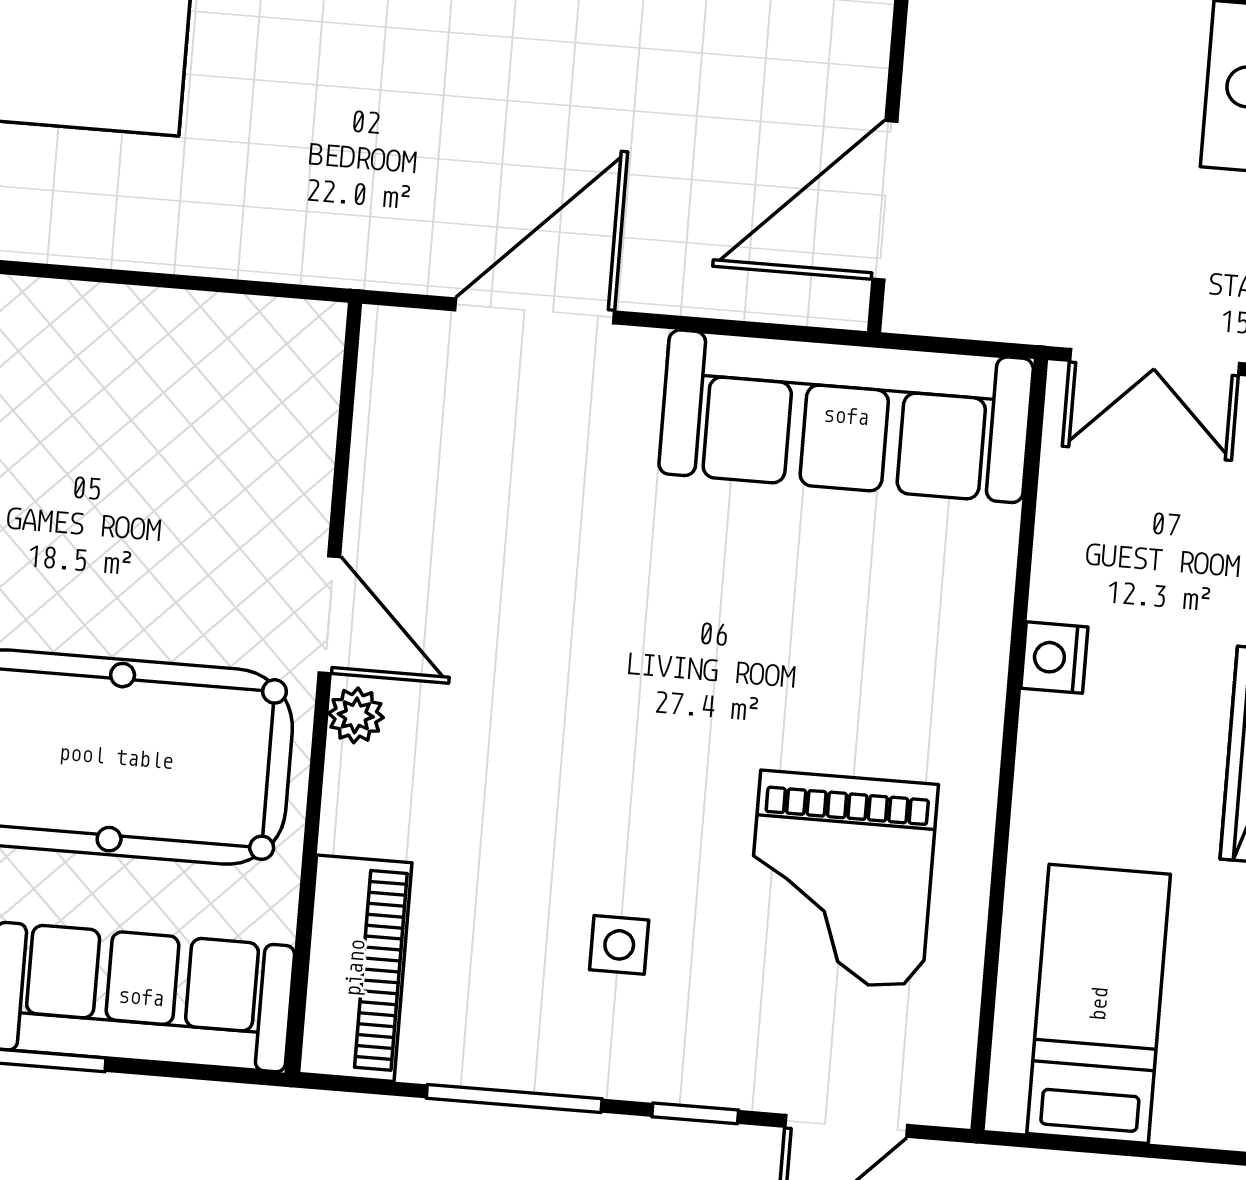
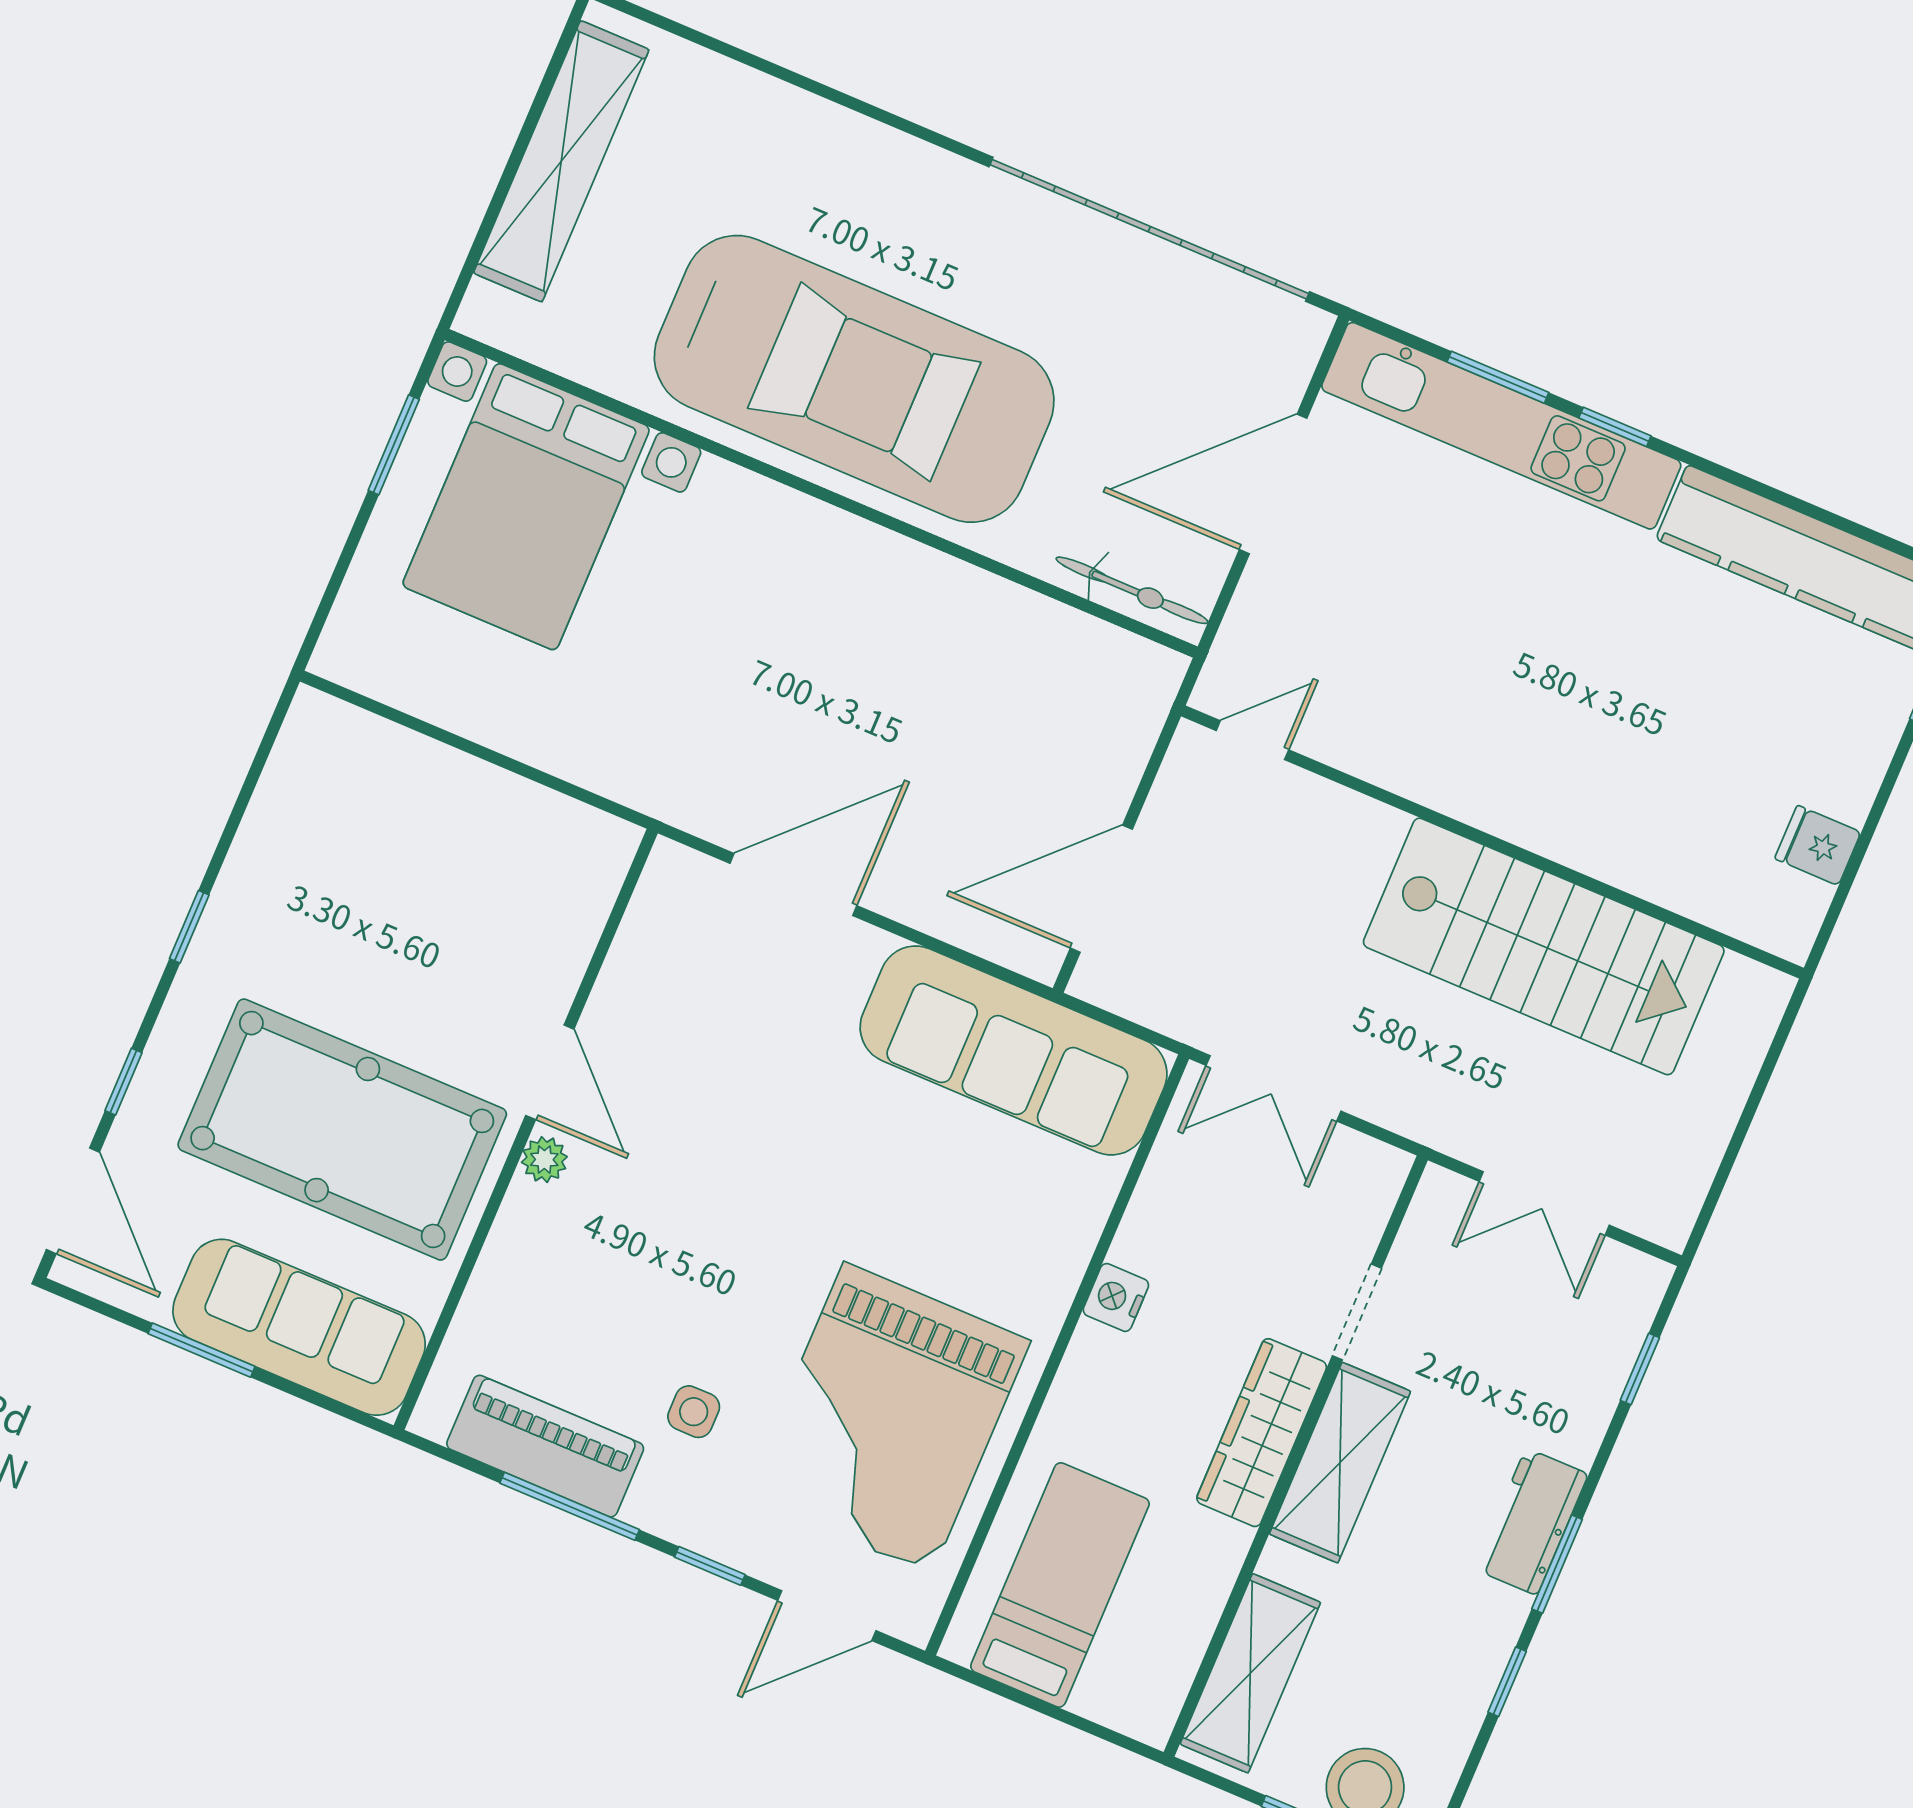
grand piano: (841, 880) -> (888, 1418), width x1.37, depth x1.48
piano: (355, 968) -> (545, 1446), moved, turned -90

